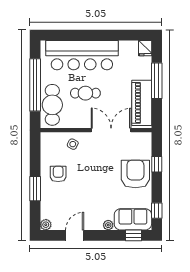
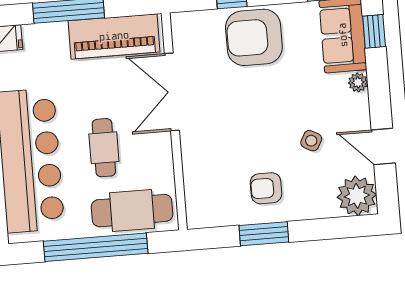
side table: (73, 144) -> (311, 141), moved
window: (35, 189) -> (264, 234), moved
plant: (46, 225) -> (357, 196), width x1.87, depth x1.87

